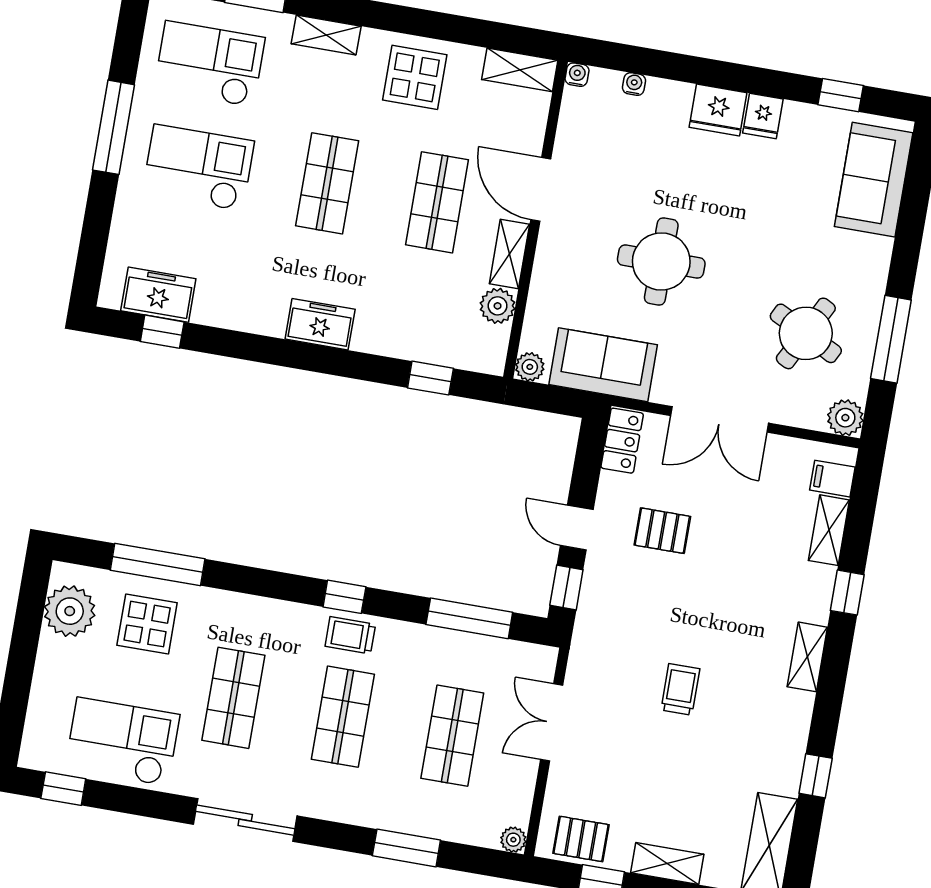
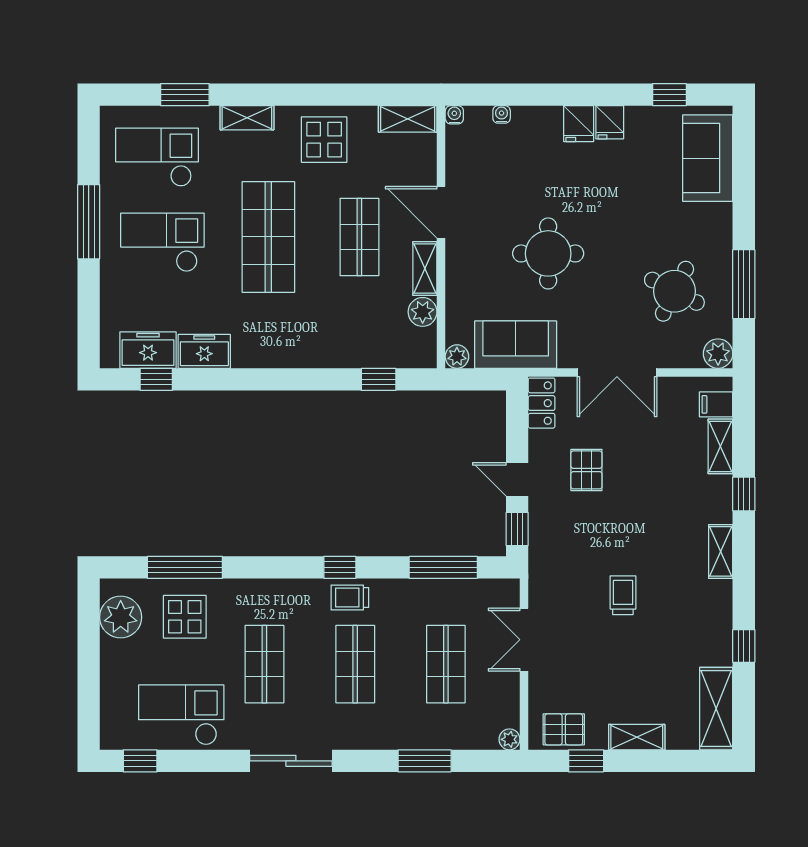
fridge: (718, 110) -> (579, 124), width x0.72
shop shelf: (327, 183) -> (268, 237), width x1.43, depth x1.36
freezer: (320, 324) -> (204, 351), moved
pallet: (662, 531) -> (586, 470), turned 90

